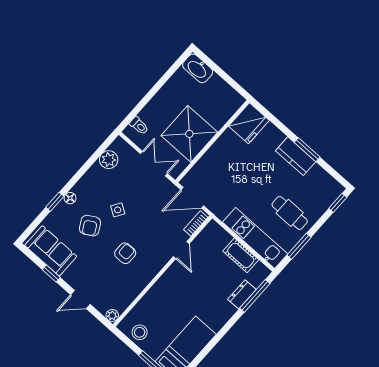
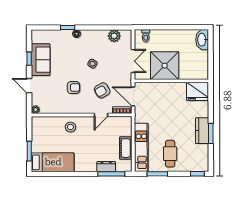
armchair: (90, 226) -> (102, 90), moved
sofa: (51, 251) -> (41, 60), moved
stool: (140, 332) -> (70, 127), moved

